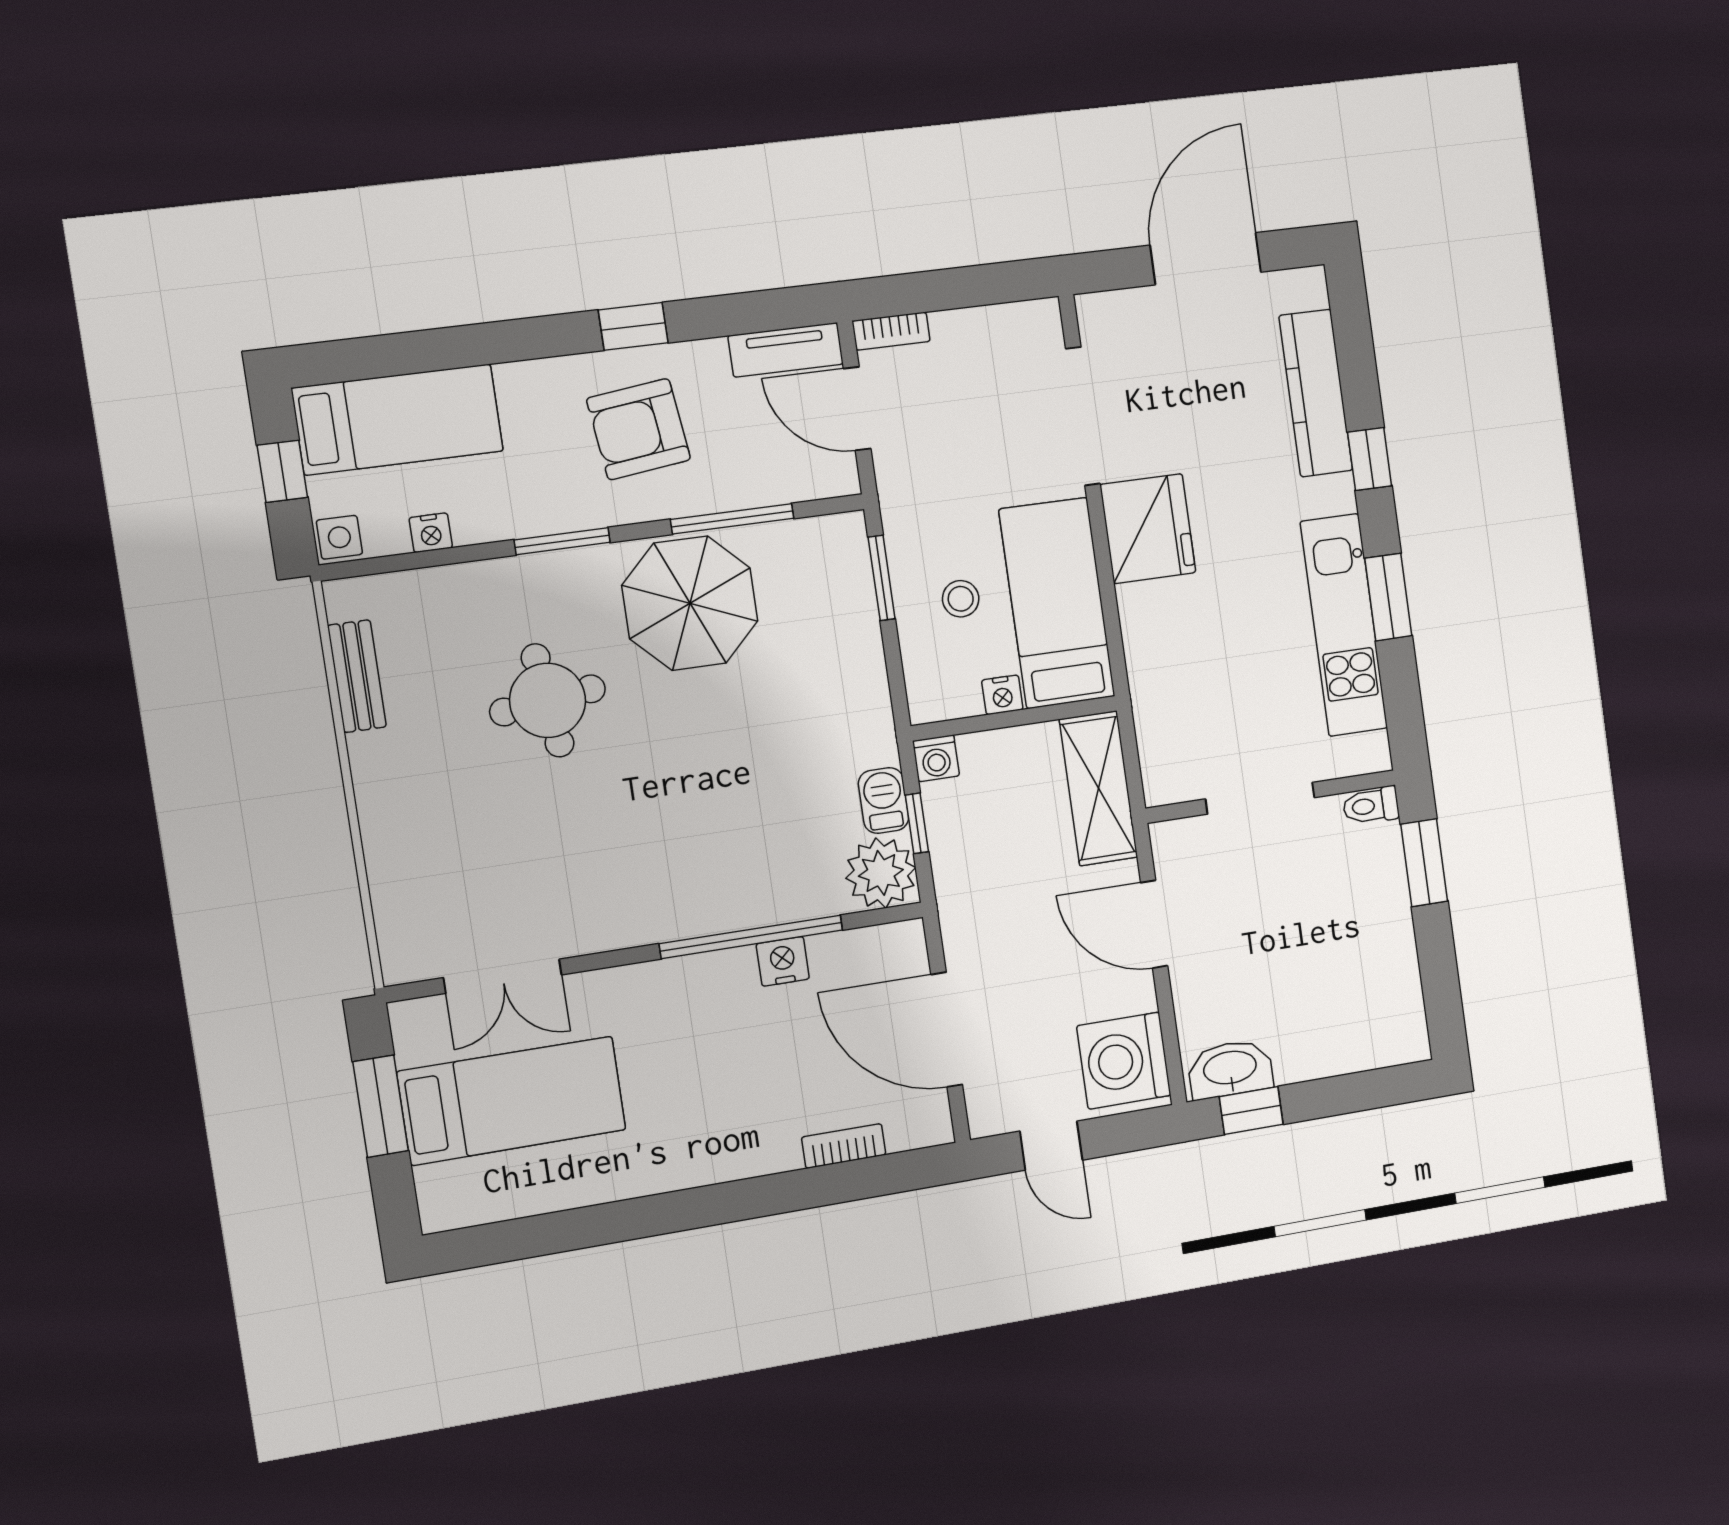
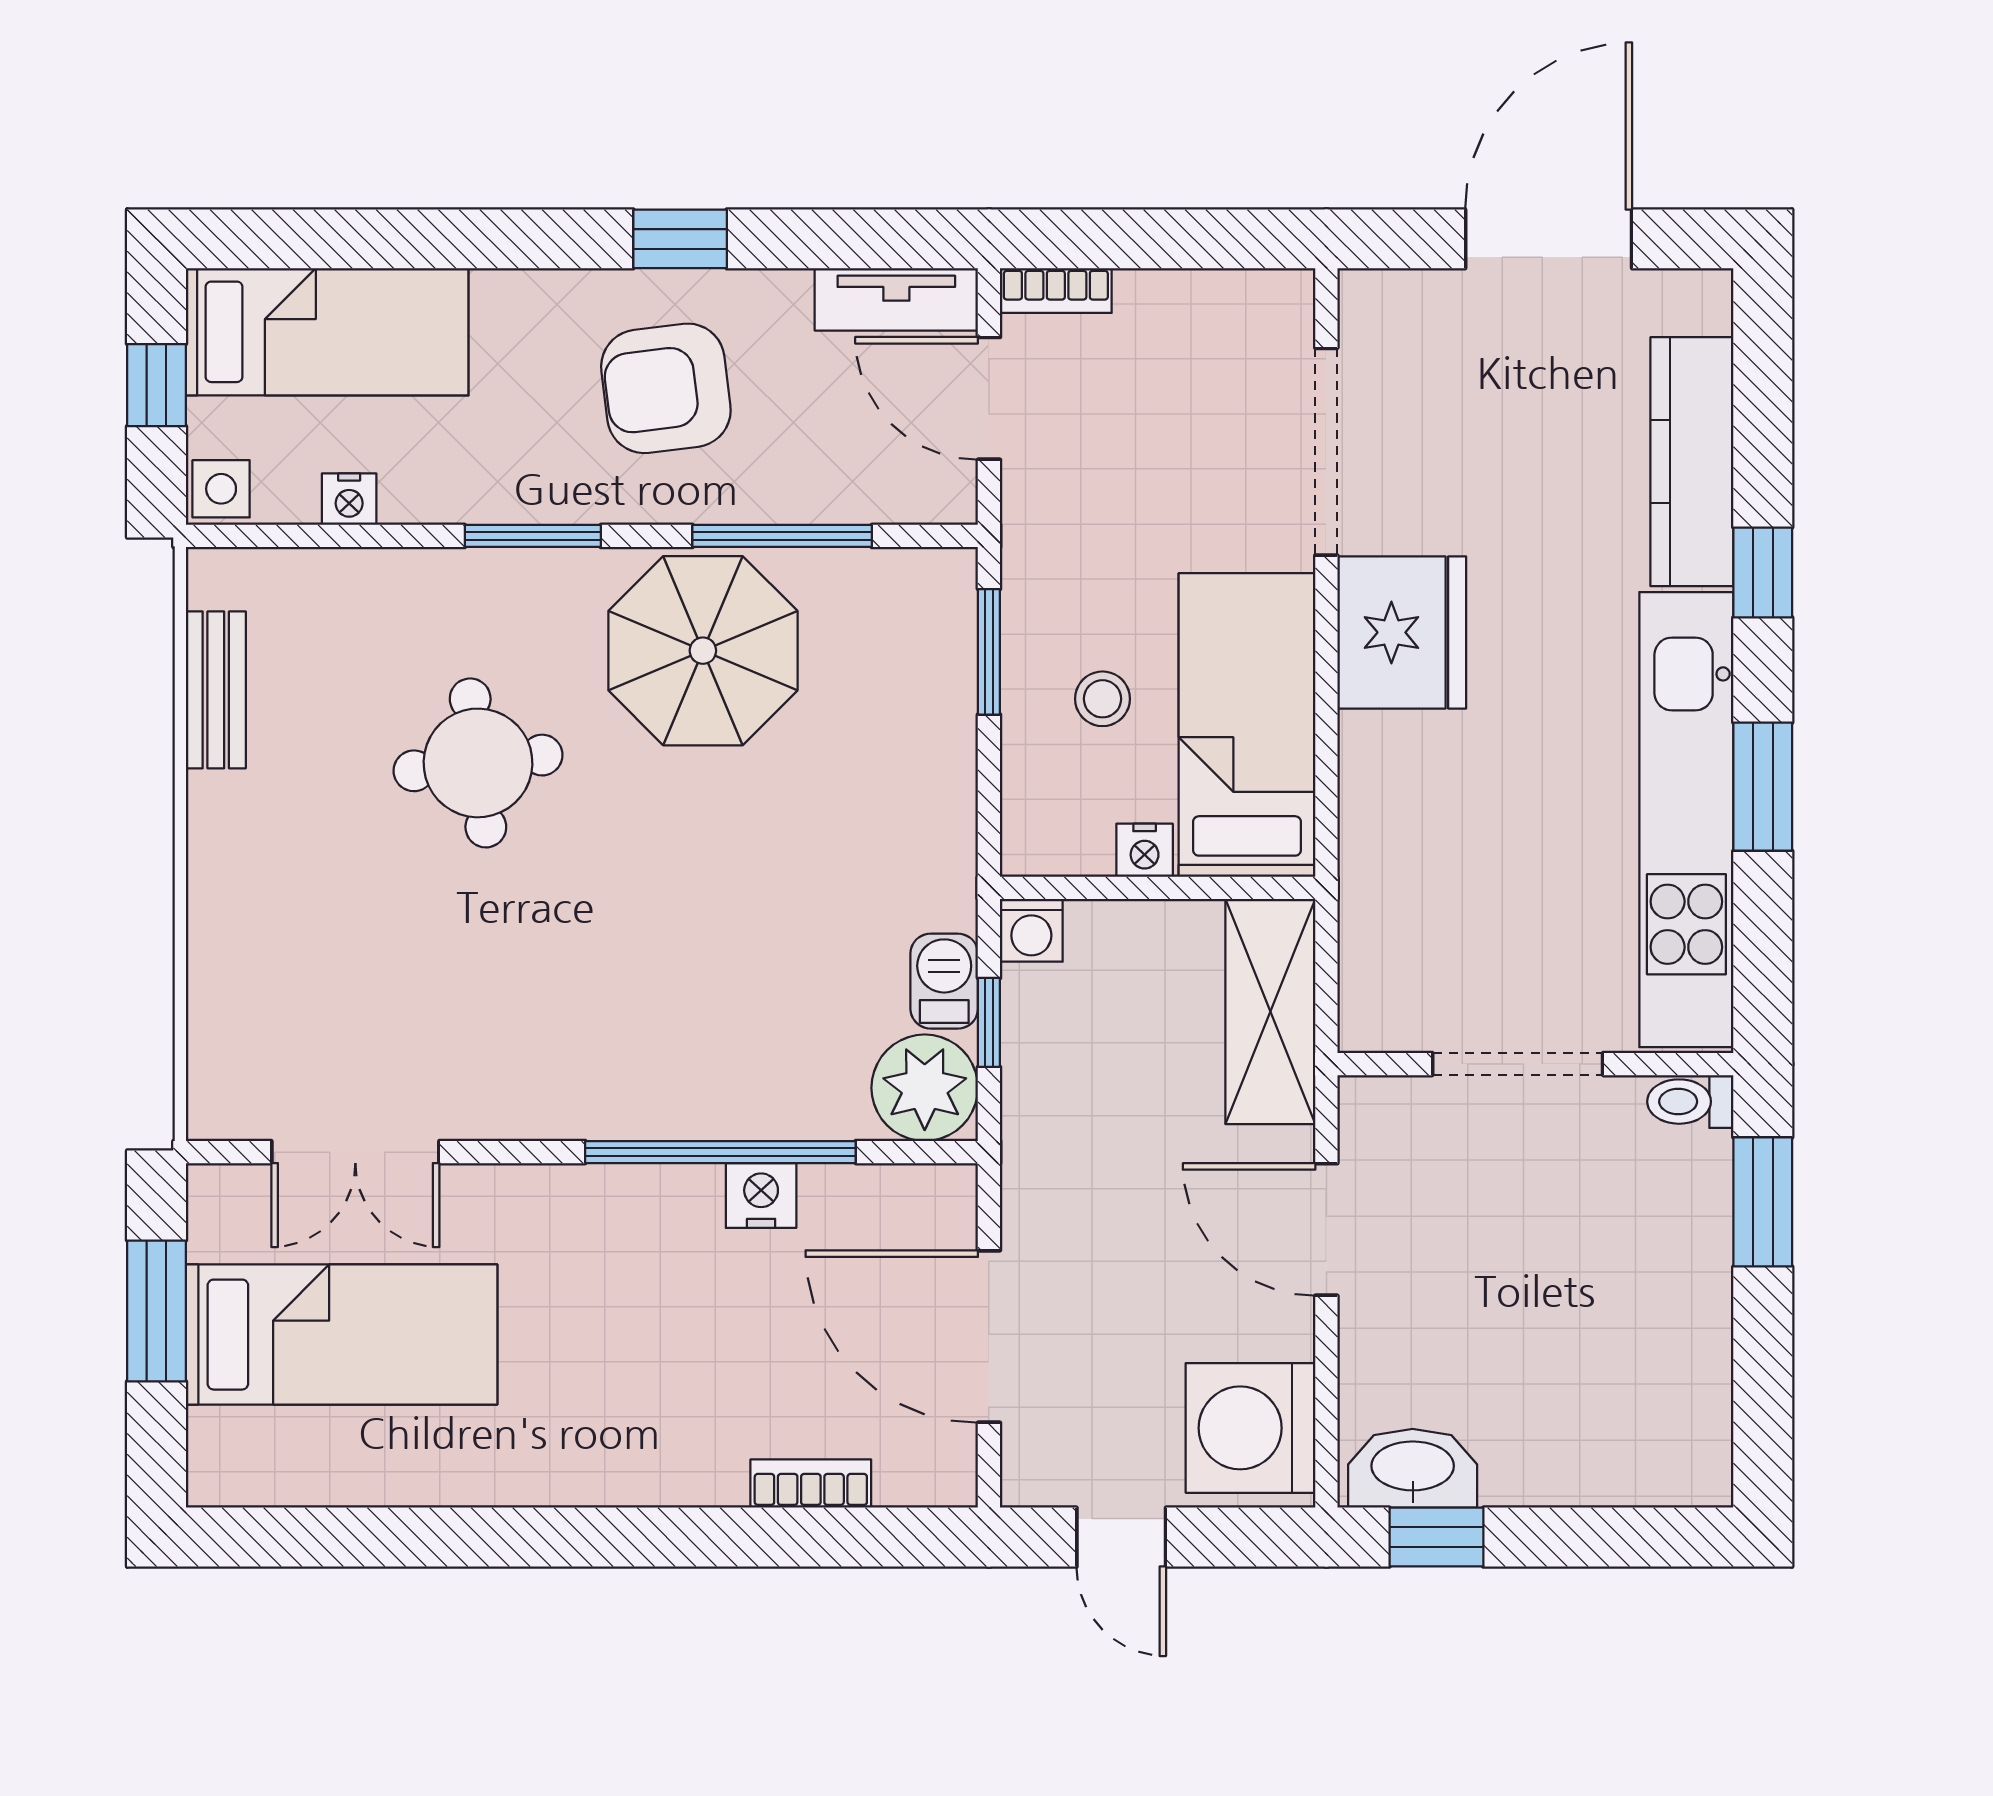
kitchen unit: (1344, 625) -> (1686, 820), width x1.36

